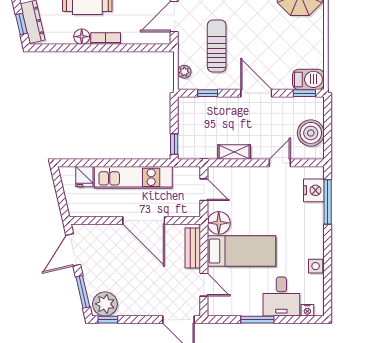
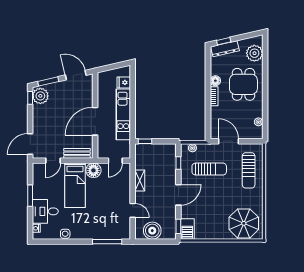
nightstand: (314, 190) -> (115, 233), removed

